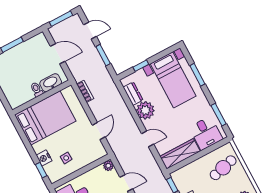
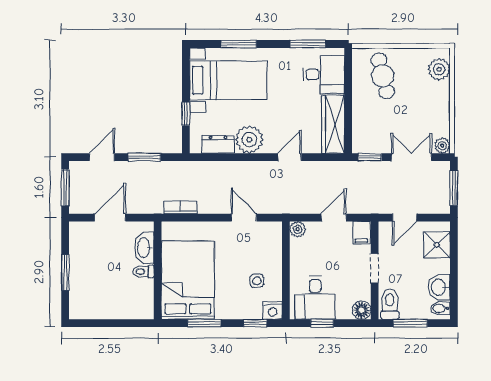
window: (25, 141) -> (204, 323), added
nightstand: (44, 158) -> (273, 311), moved

